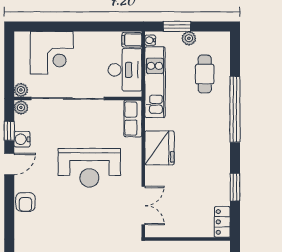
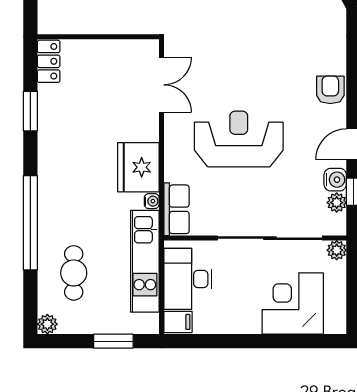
plant: (189, 38) -> (47, 324), moved
water cooler: (150, 40) -> (152, 201), moved
plant: (21, 107) -> (337, 203), moved
double door: (143, 206) -> (161, 85), swing flipped

